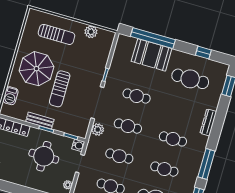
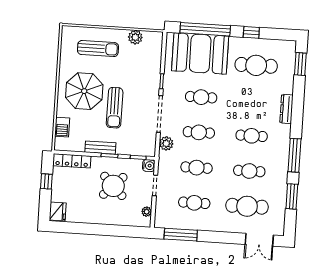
window: (203, 53) -> (251, 32), moved
booth: (152, 55) -> (200, 53), width x1.36, depth x1.42
round table: (44, 156) -> (113, 186), turned 45

